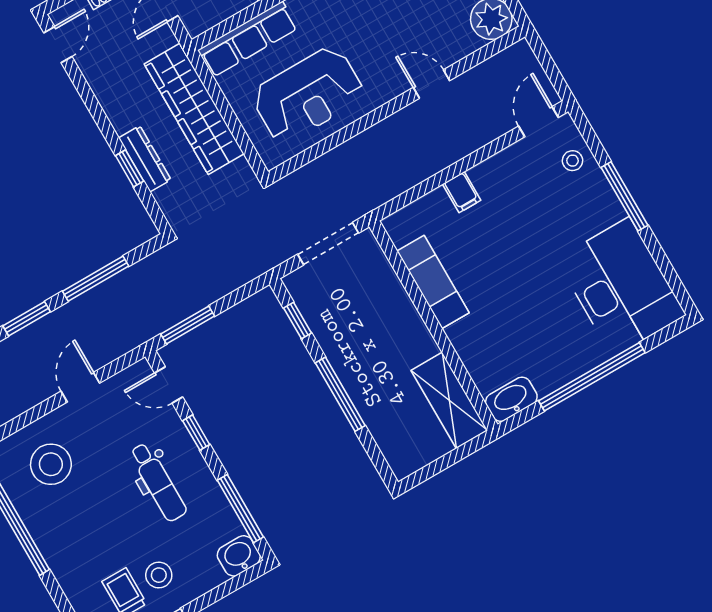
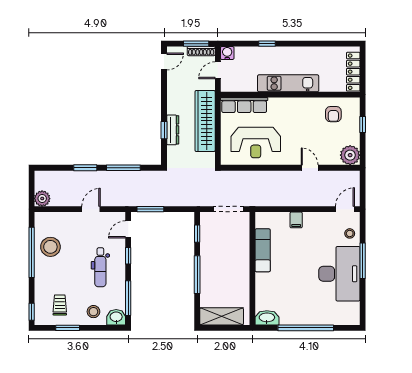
desk: (621, 287) -> (339, 274), moved
door: (169, 385) -> (128, 229), hinge flipped
shelving: (449, 400) -> (222, 316), moved, turned 90
stool: (51, 464) -> (50, 247), moved
stool: (159, 575) -> (93, 312), moved

